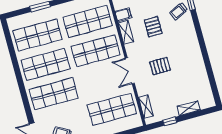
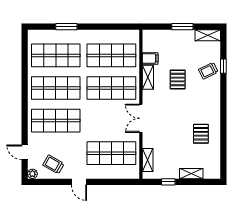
pallet: (160, 66) -> (201, 134), moved, turned 90

